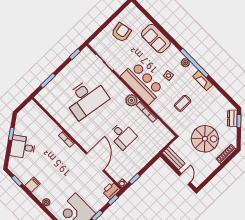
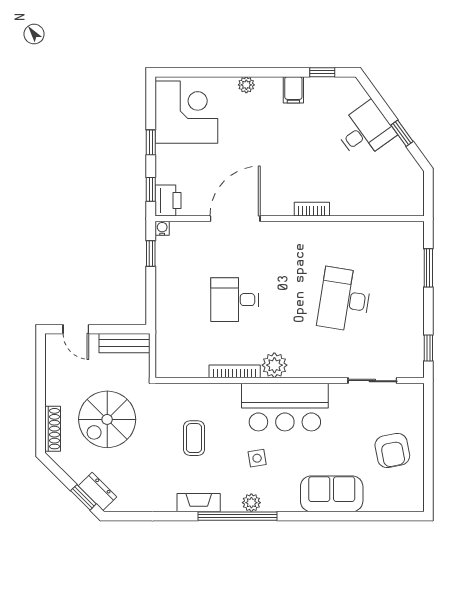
desk: (86, 98) -> (345, 300), width x0.73, depth x0.77
door: (95, 162) -> (235, 219), swing flipped

